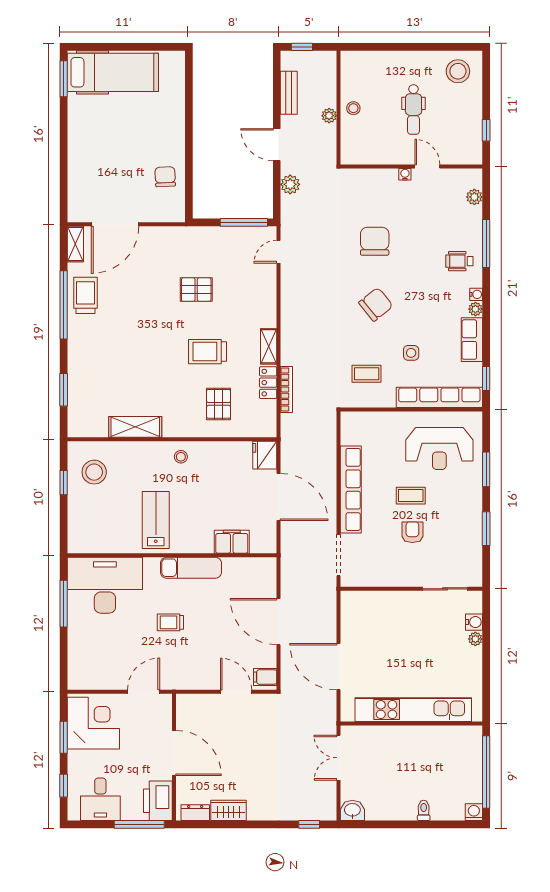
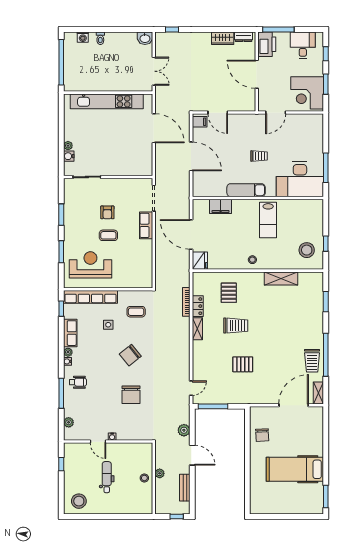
hospital bed: (113, 72) -> (295, 469), moved
row of seats: (351, 489) -> (146, 225), width x0.50
washing machine: (474, 812) -> (83, 37), moved

